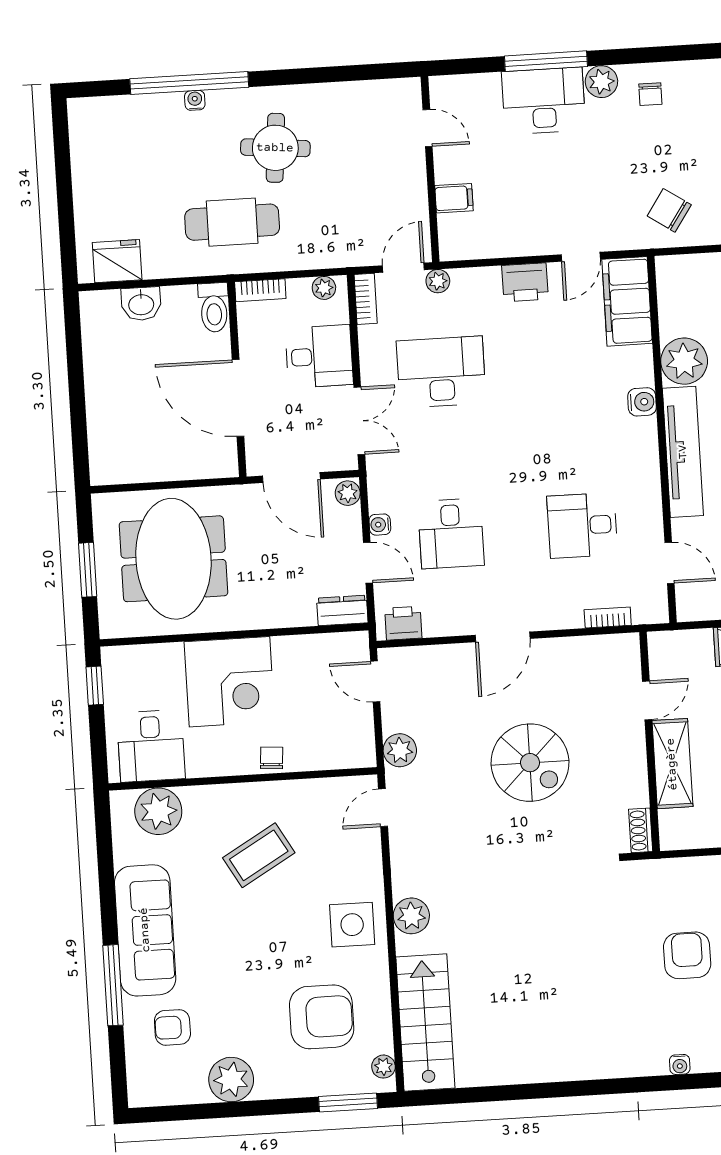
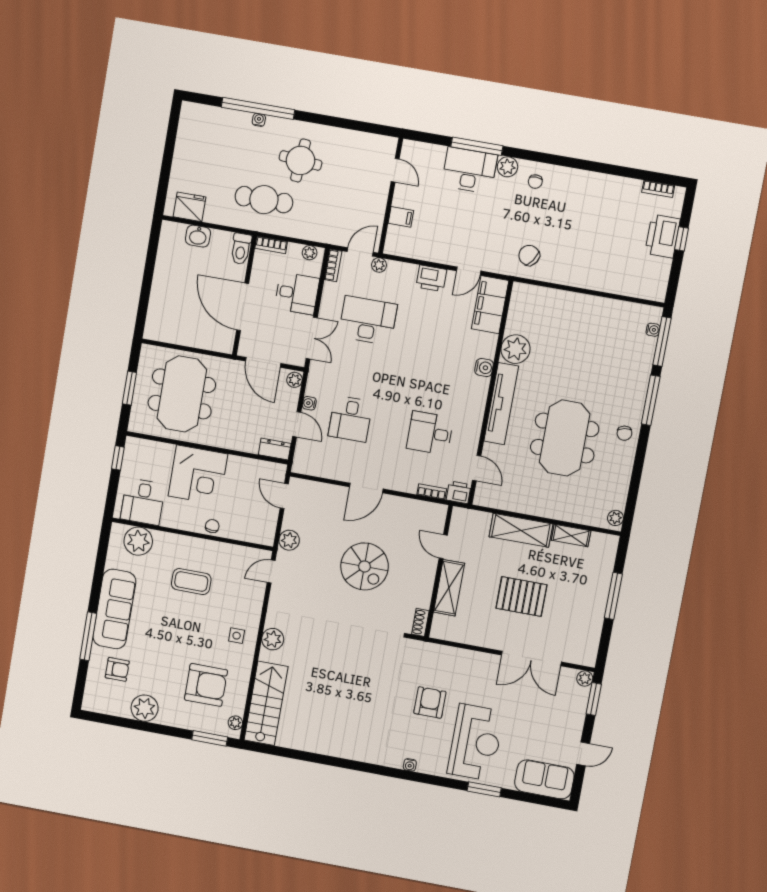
printer: (403, 623) -> (459, 492), moved
door: (647, 700) -> (443, 547), swing flipped
coffee table: (259, 855) -> (191, 582), turned 30
side table: (352, 925) -> (237, 636), width x0.54, depth x0.54
armchair: (172, 1027) -> (117, 669), turned 180

